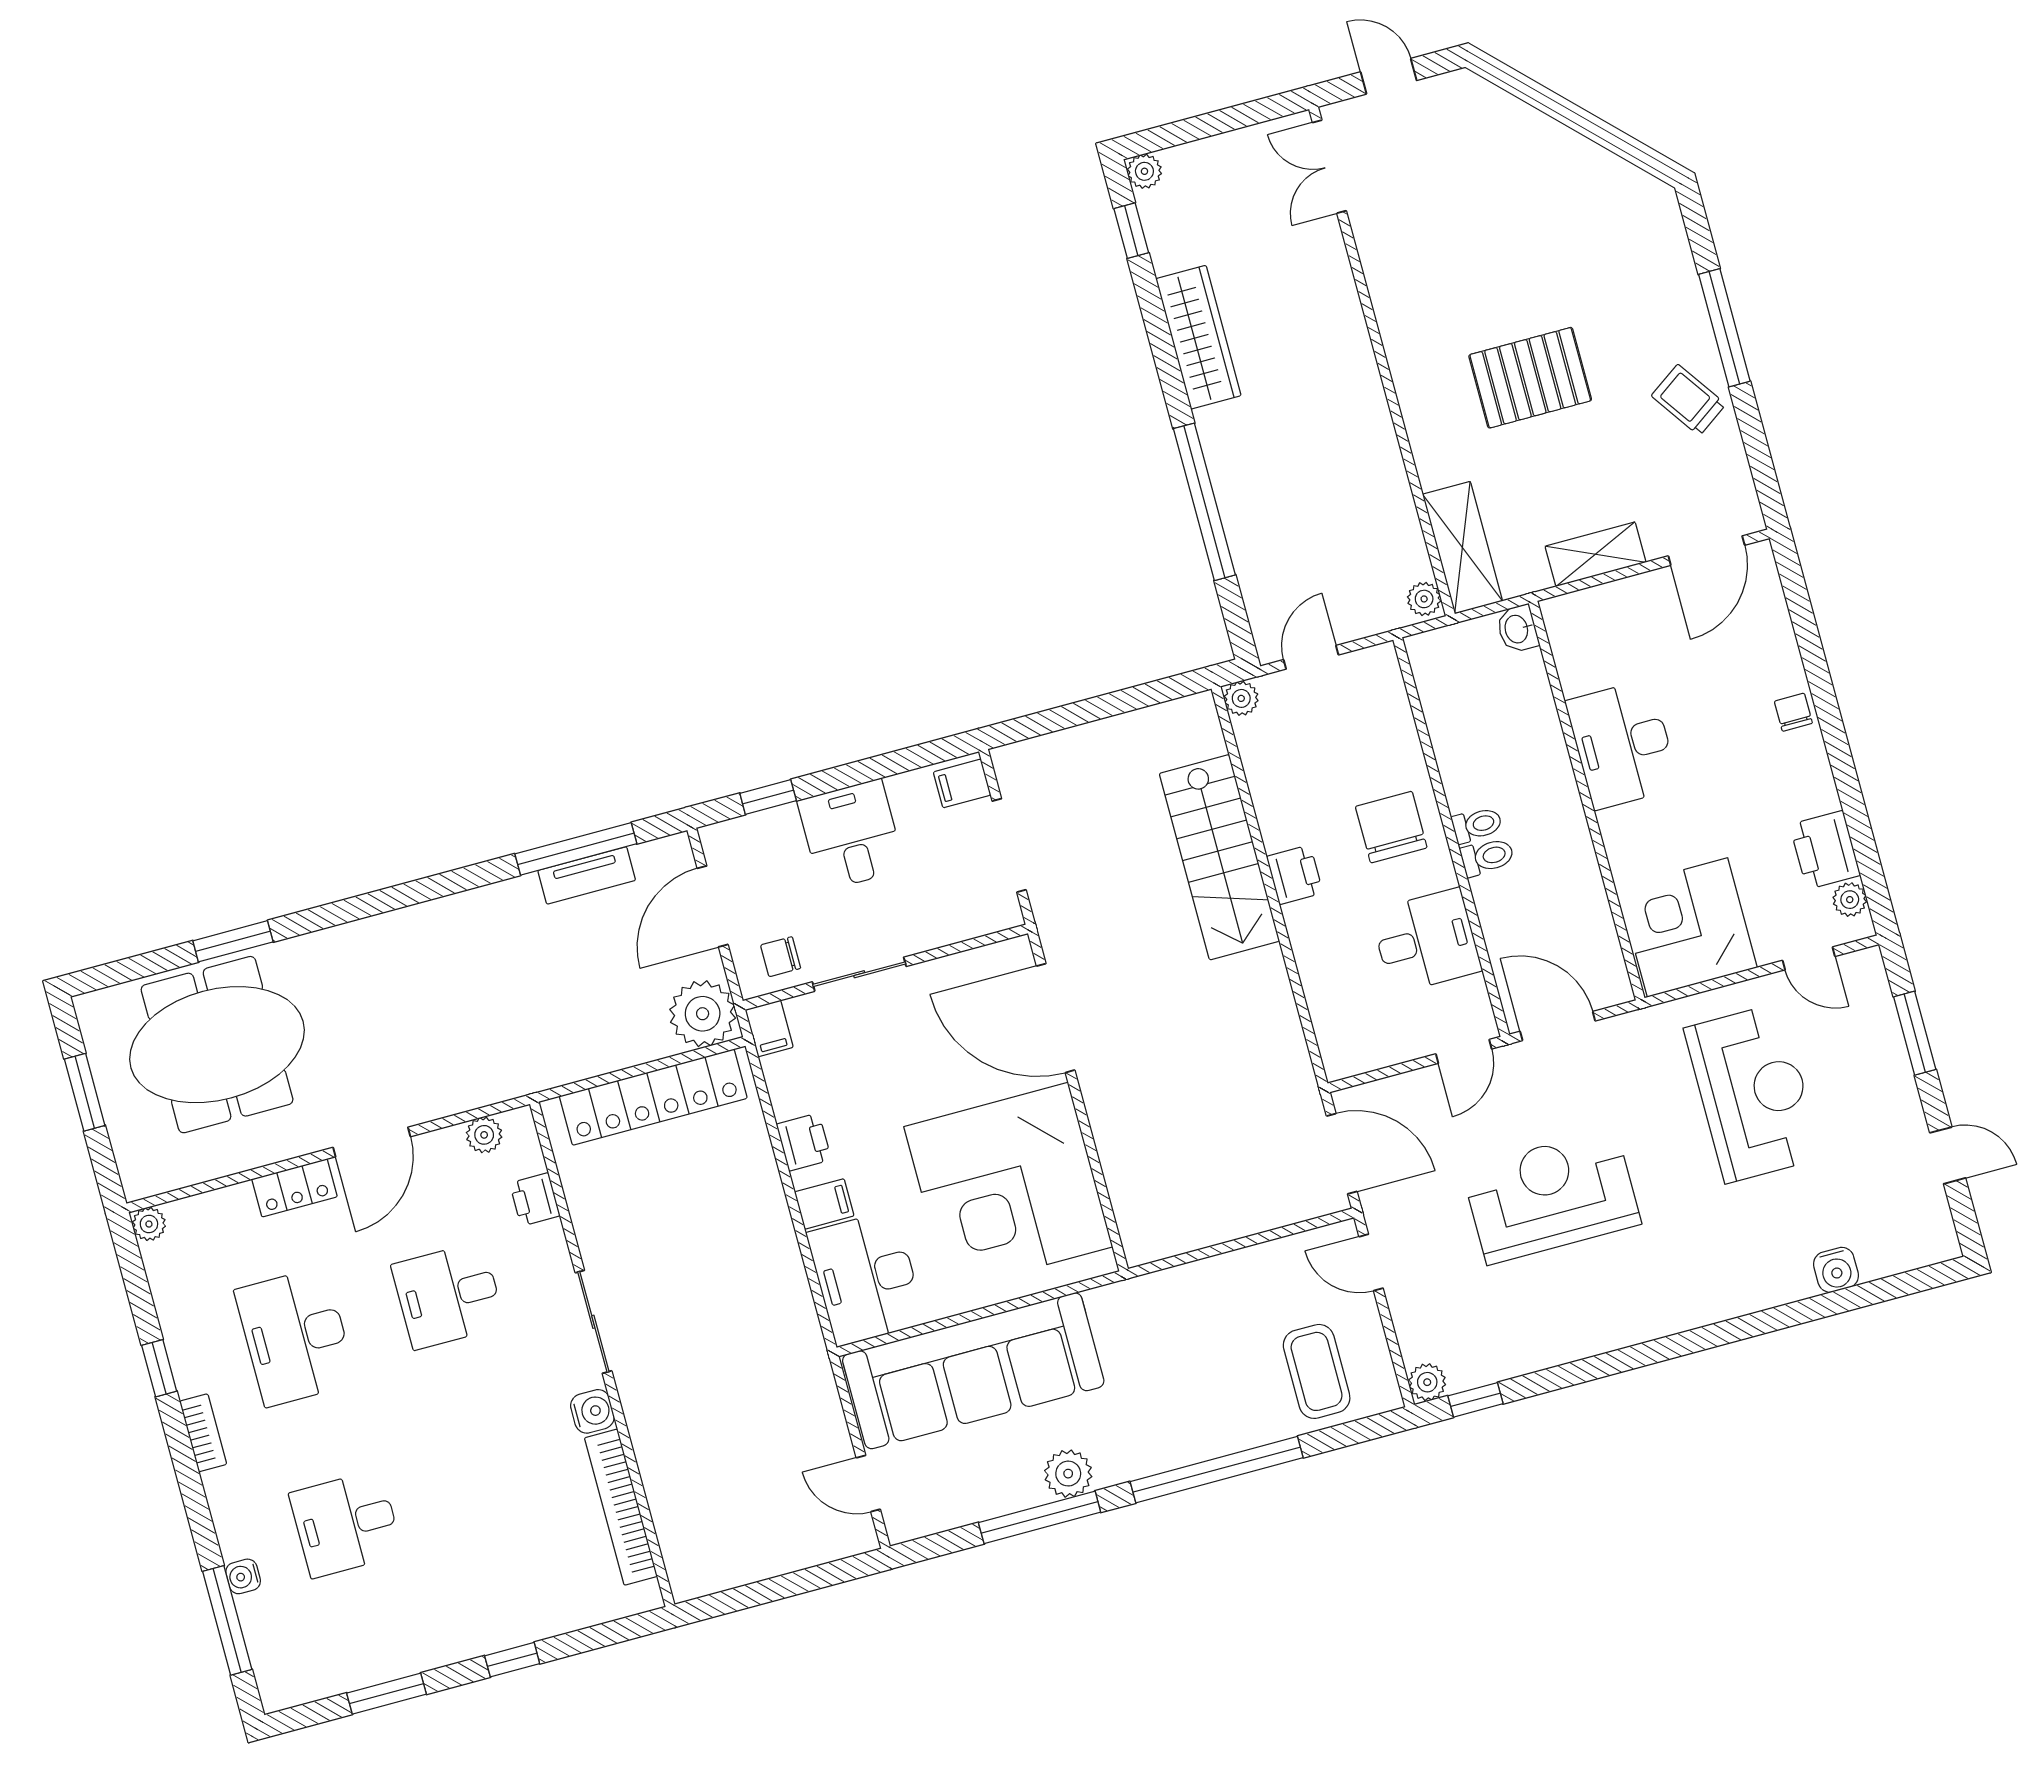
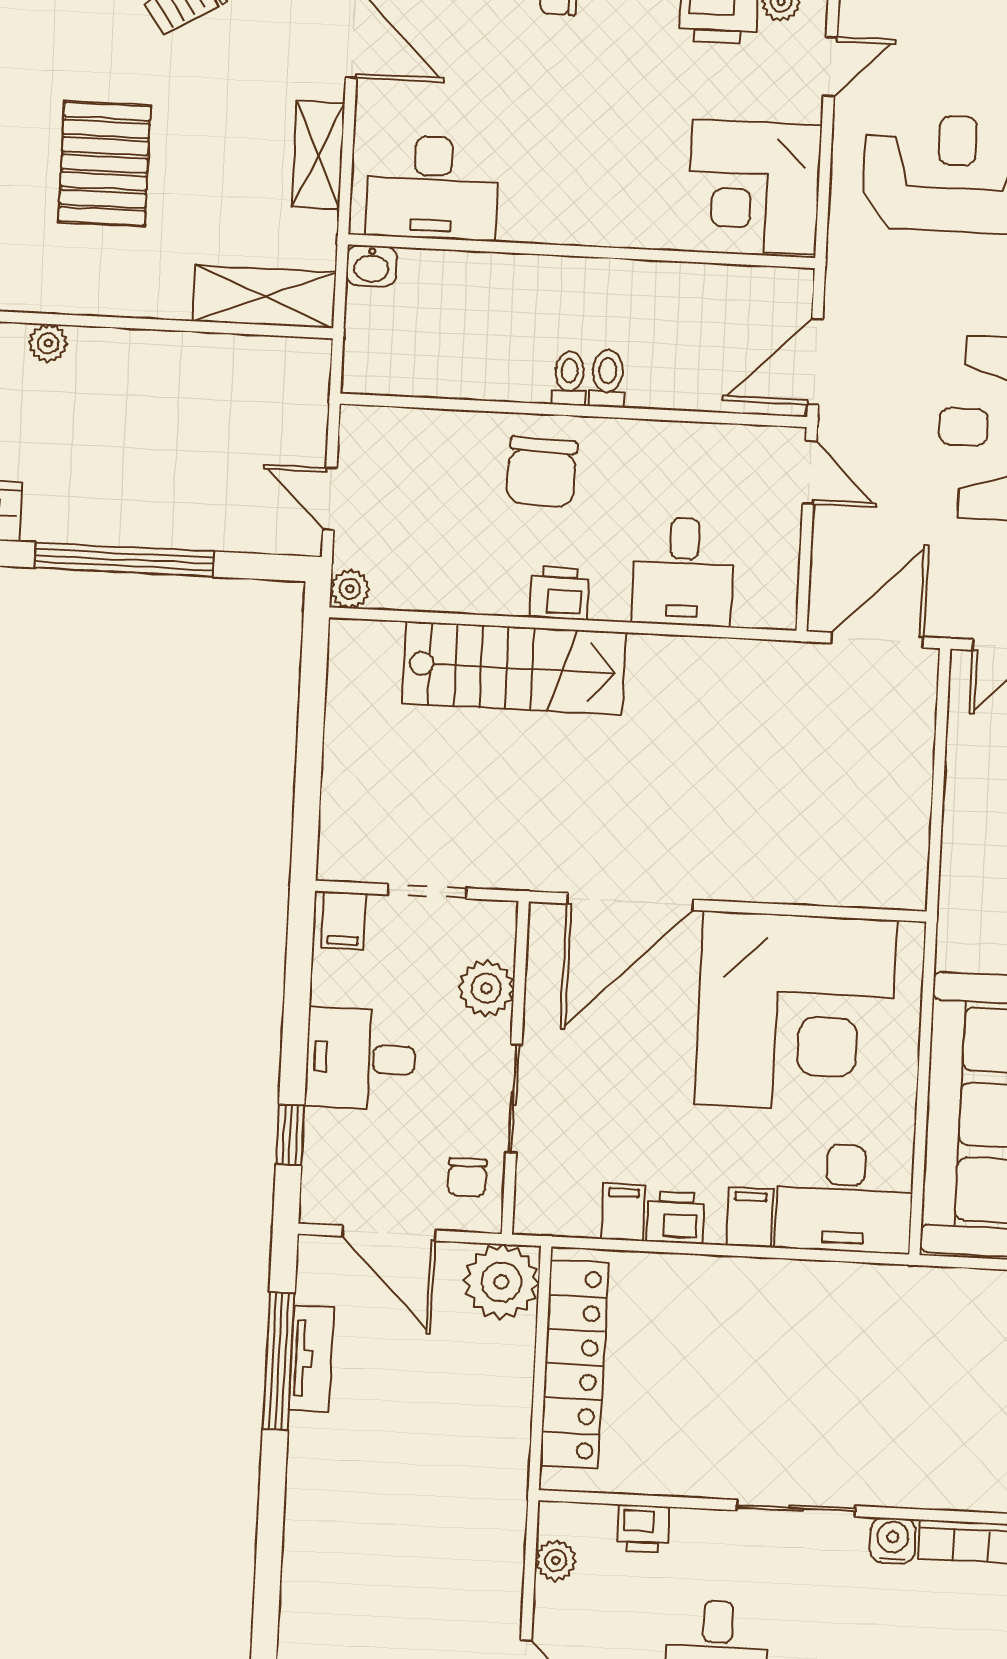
plant: (1424, 599) -> (48, 343), moved
desk: (1622, 744) -> (432, 188), moved
chair: (1391, 827) -> (542, 472), turned -88
doorway: (1009, 845) -> (427, 891), width x0.73
plant: (944, 921) -> (486, 988), added
desk: (1426, 941) -> (683, 572), moved, turned 180
filing cabinet: (769, 1028) -> (623, 1212), moved, turned -90

